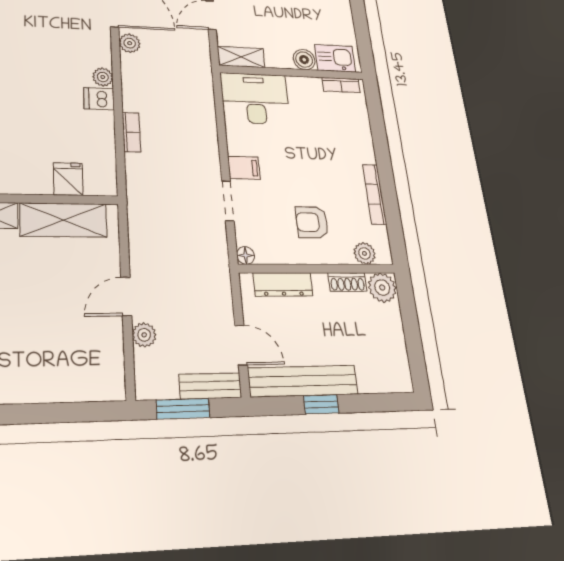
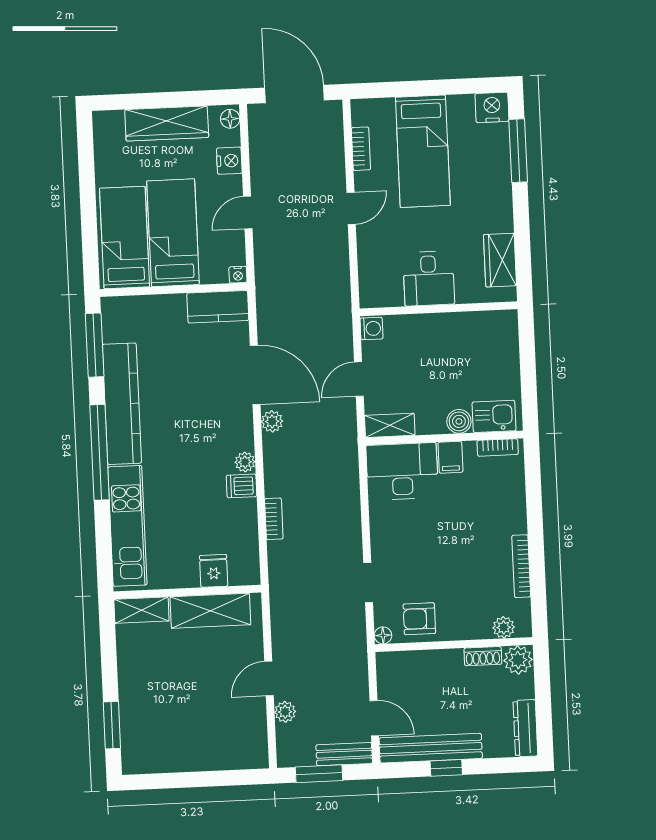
filing cabinet: (244, 168) -> (450, 457), moved, turned 90
armchair: (312, 222) -> (419, 619), moved
dresser: (283, 284) -> (525, 728), moved, turned 90

